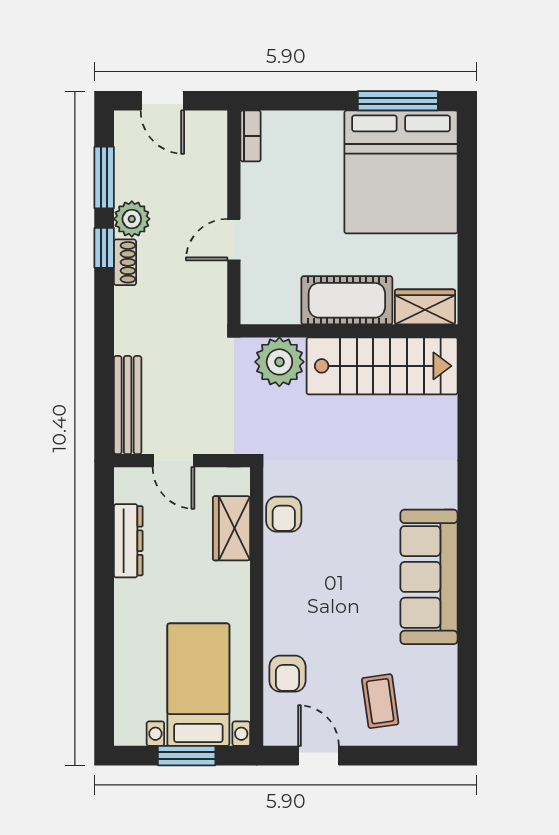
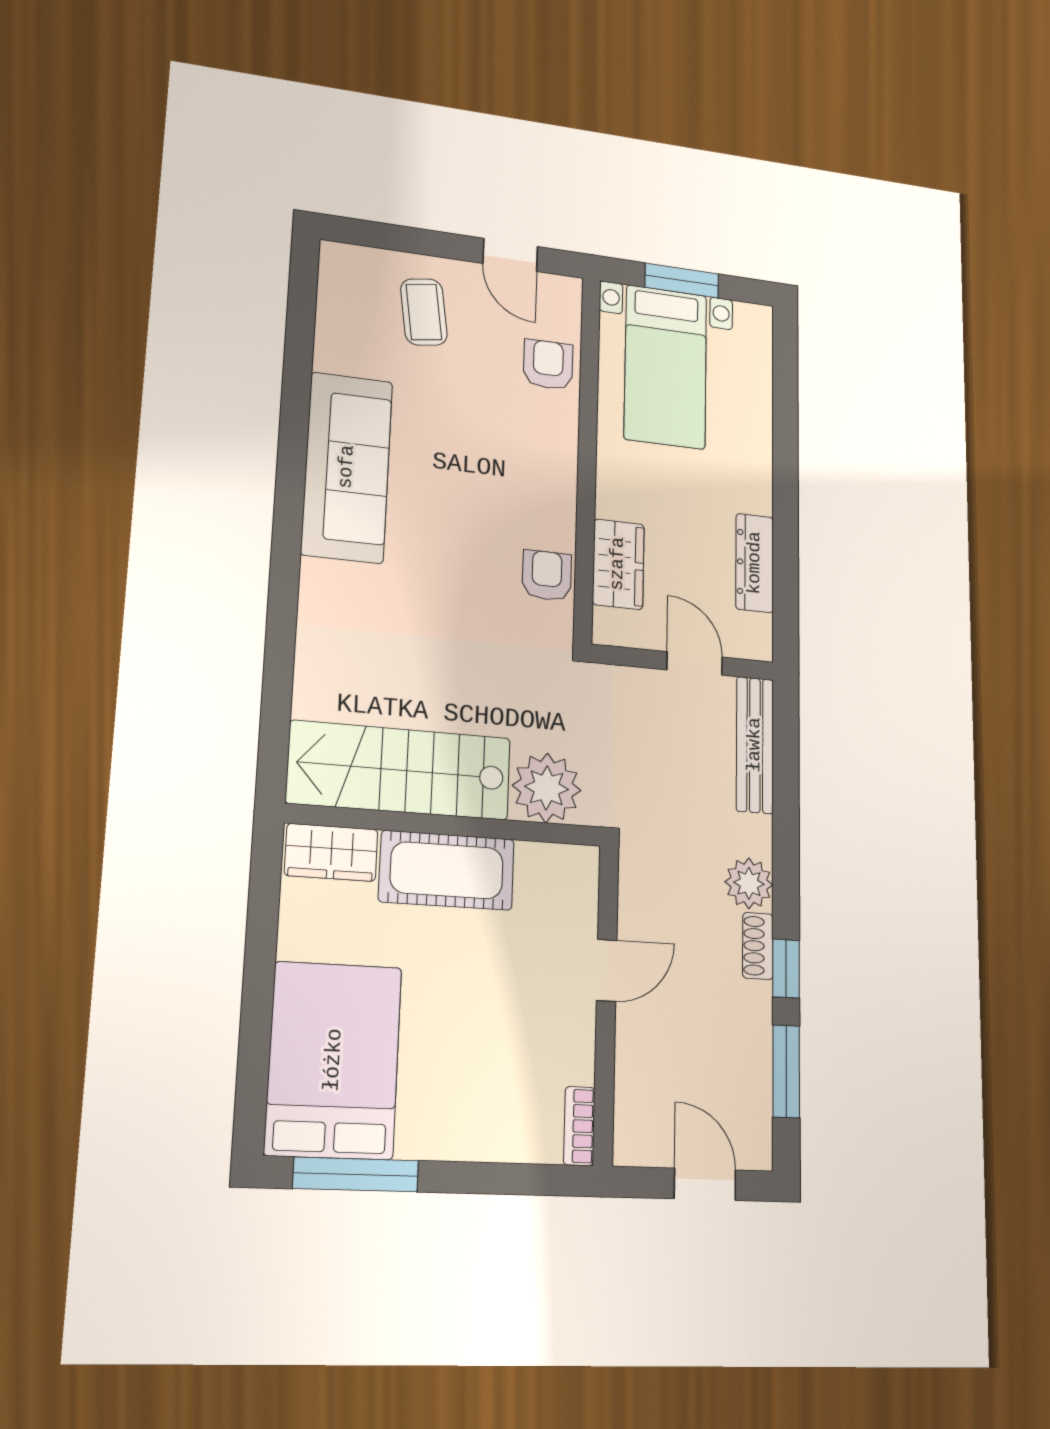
bed: (401, 172) -> (334, 1060), width x0.73
plant: (132, 219) -> (749, 883), moved

